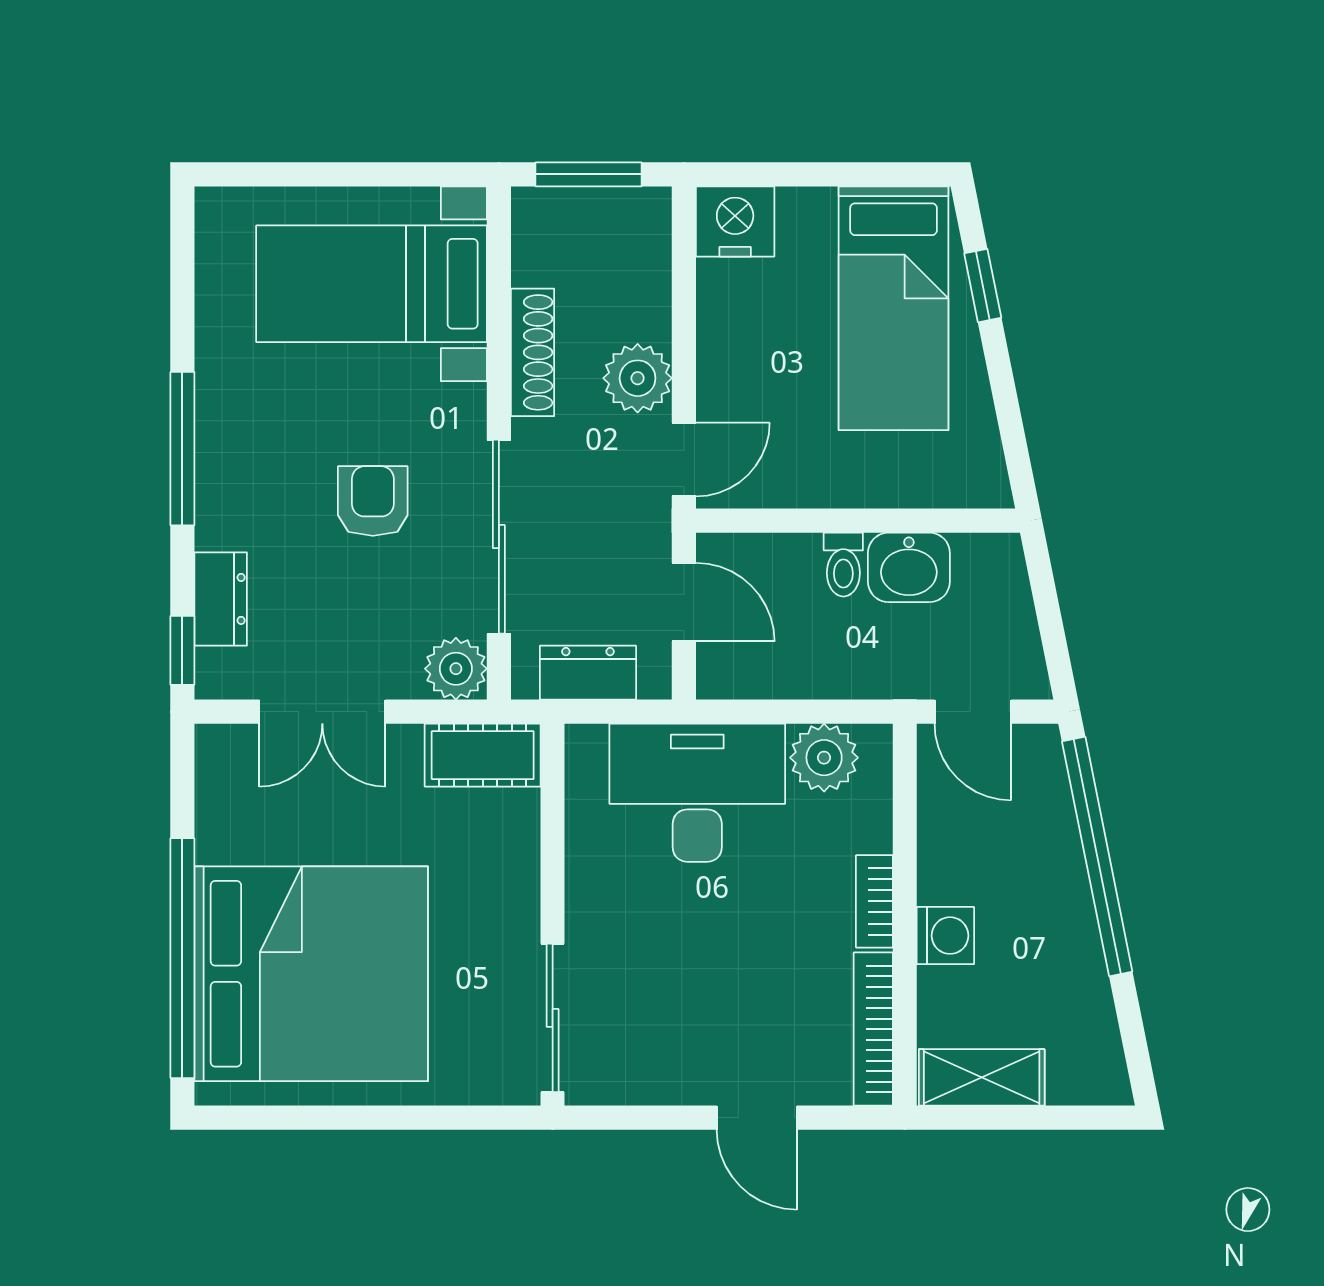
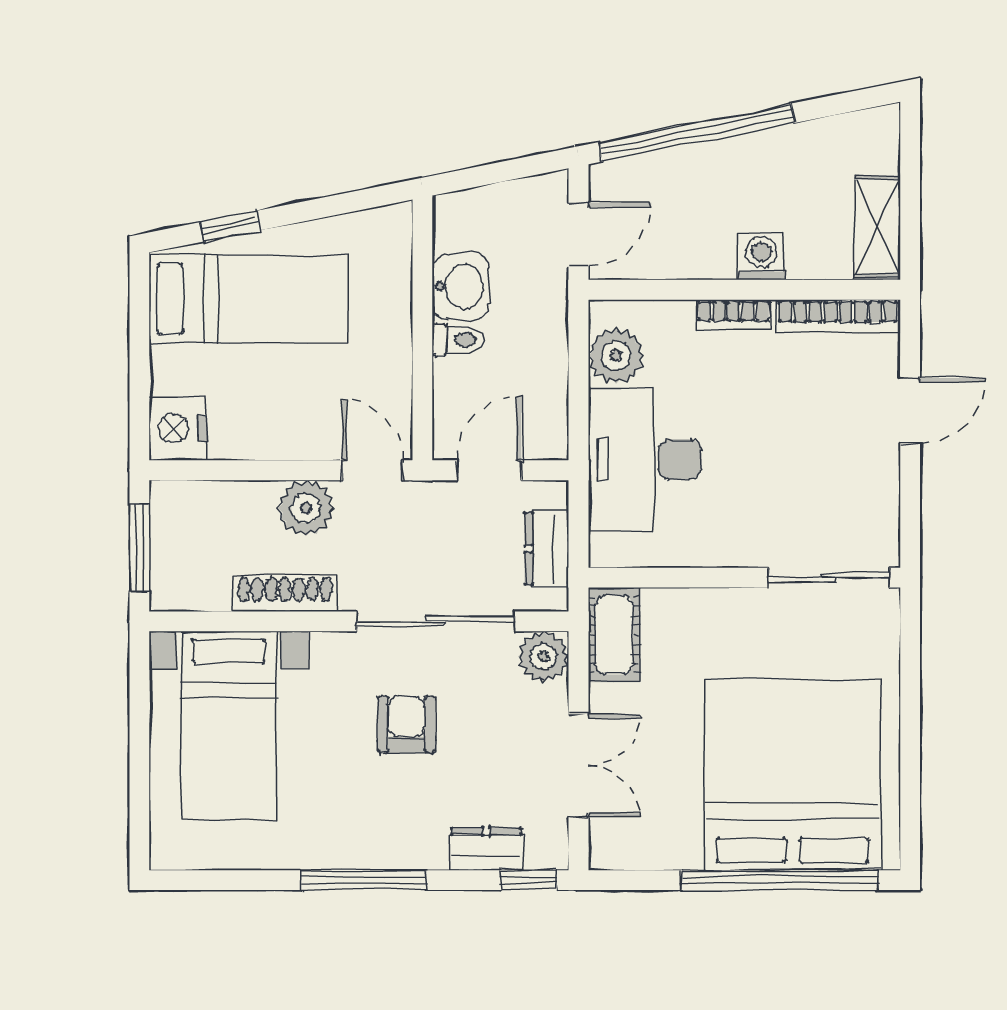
armchair: (373, 501) -> (406, 724), turned 90

